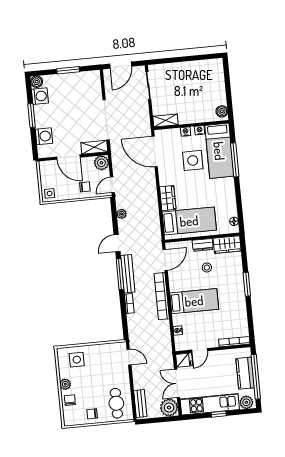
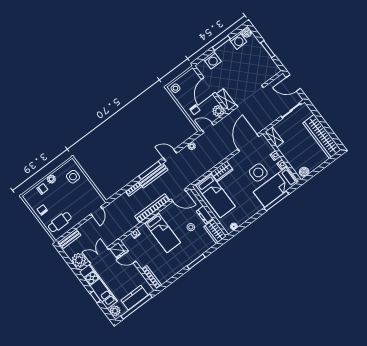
wardrobe: (196, 70) -> (322, 136), added

